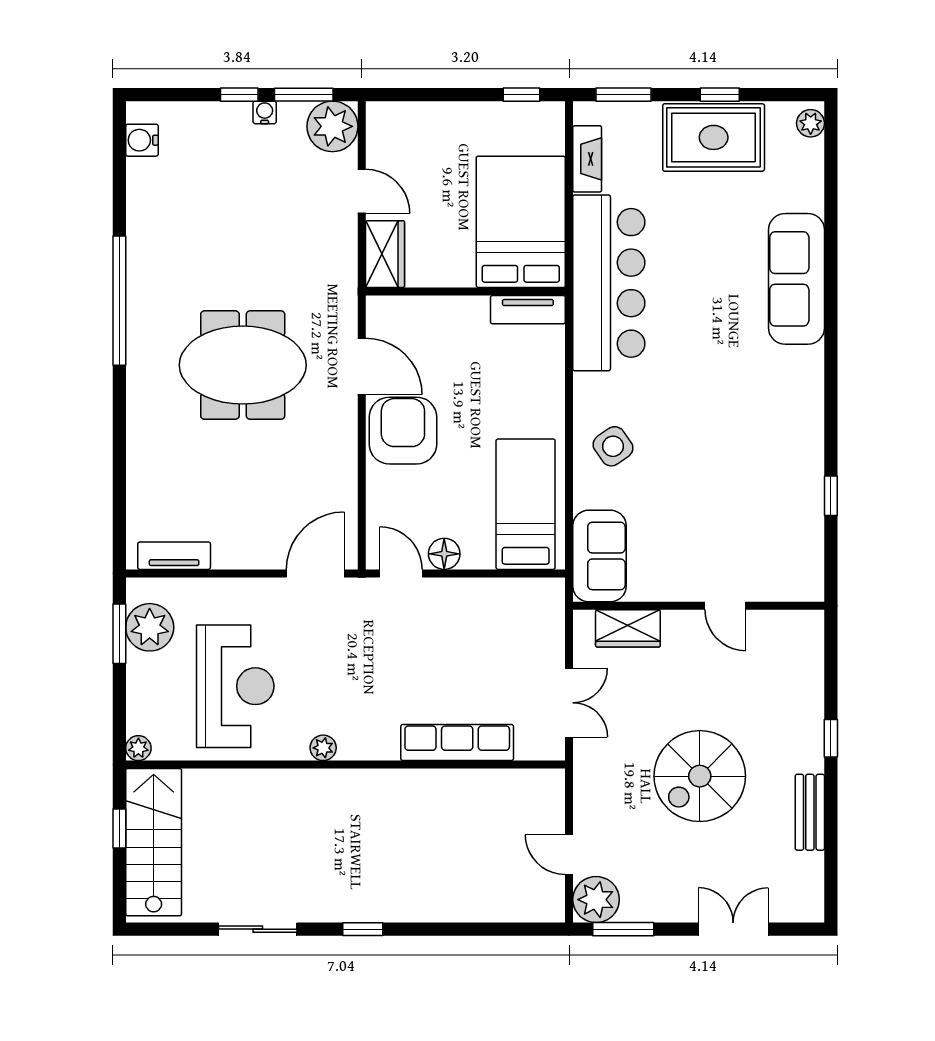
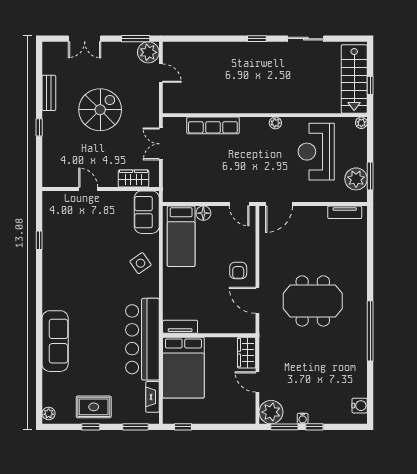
rug: (714, 137) -> (94, 407), width x0.73, depth x0.70
armchair: (403, 431) -> (238, 270), width x0.53, depth x0.53
floor lamp: (444, 554) -> (203, 213), moved

